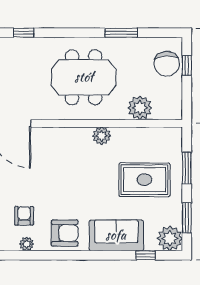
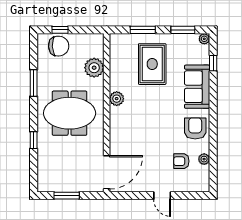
window: (24, 33) -> (34, 140), moved
meeting table: (84, 77) -> (70, 113), turned 90
plant: (170, 238) -> (204, 39), width x0.53, depth x0.53

